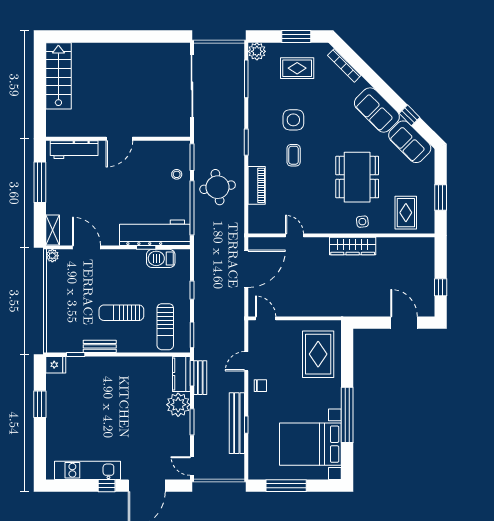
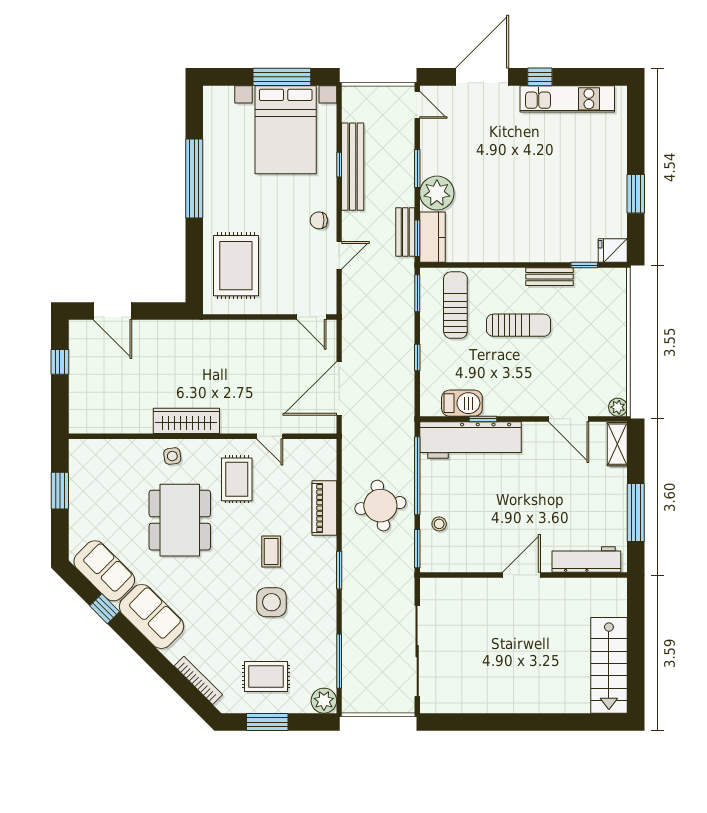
rug: (406, 213) -> (237, 479), moved
bed with nightstands: (310, 444) -> (286, 130), moved, turned 90

